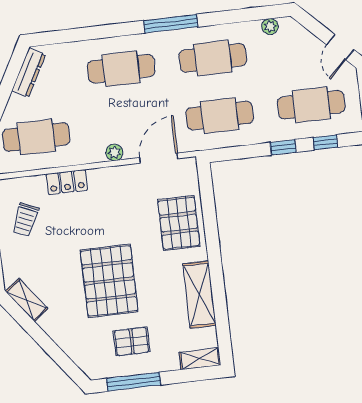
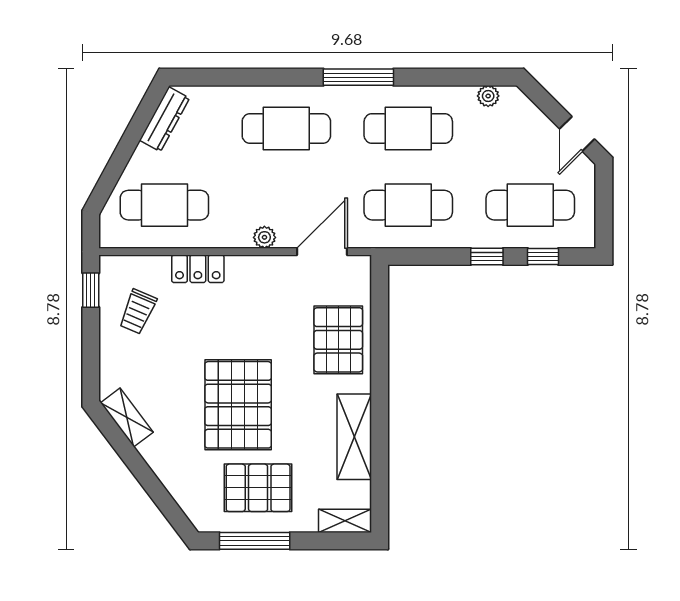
pallet: (132, 341) -> (258, 488), width x1.50, depth x1.42

